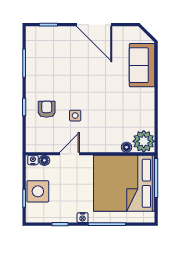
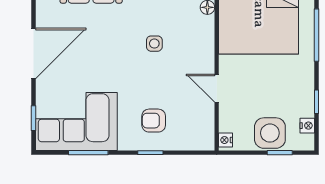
corner sofa: (46, 55) -> (76, 121), added
side table: (75, 116) -> (154, 44), moved
floor lamp: (44, 160) -> (226, 124), removed
nightstand: (83, 218) -> (307, 126), moved

